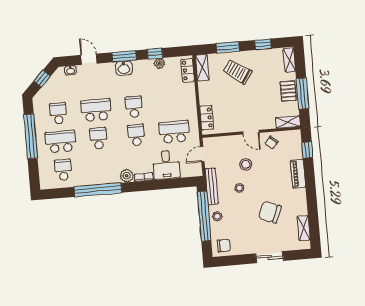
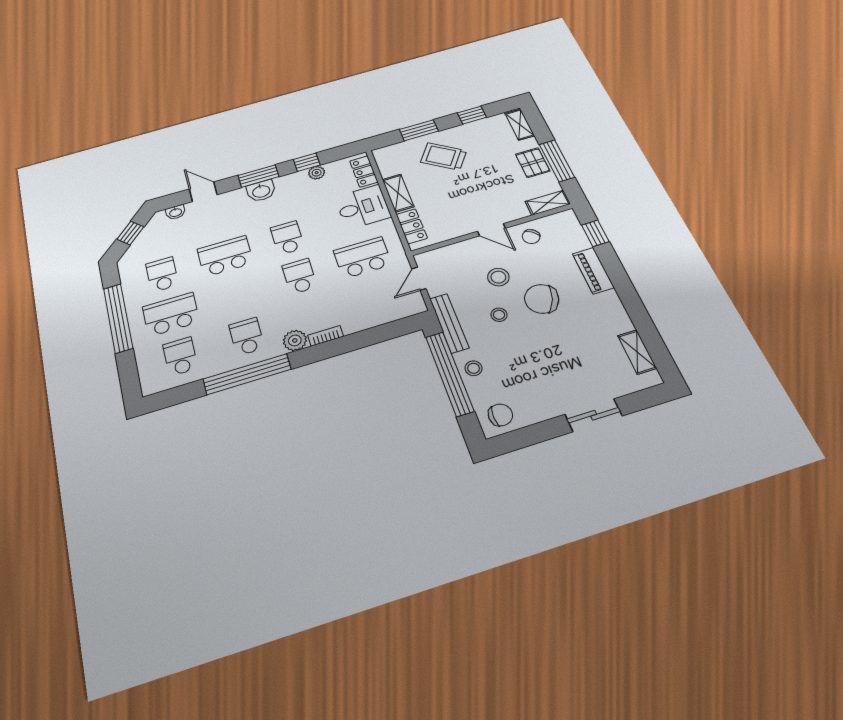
shelving: (202, 68) -> (398, 193), moved
school desk: (99, 138) -> (247, 337), moved
desk: (166, 165) -> (363, 207), moved, turned -90
chair: (270, 212) -> (542, 299), moved

